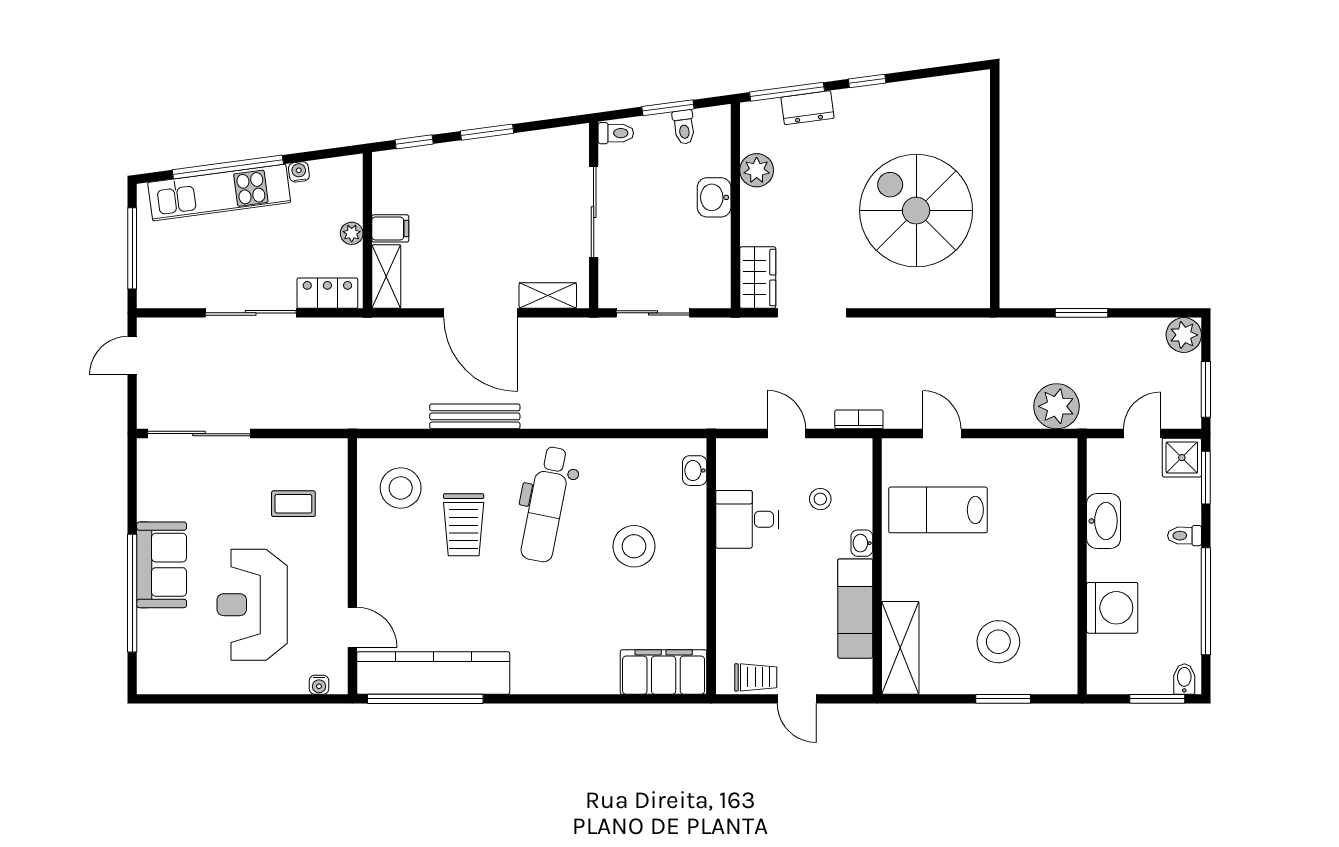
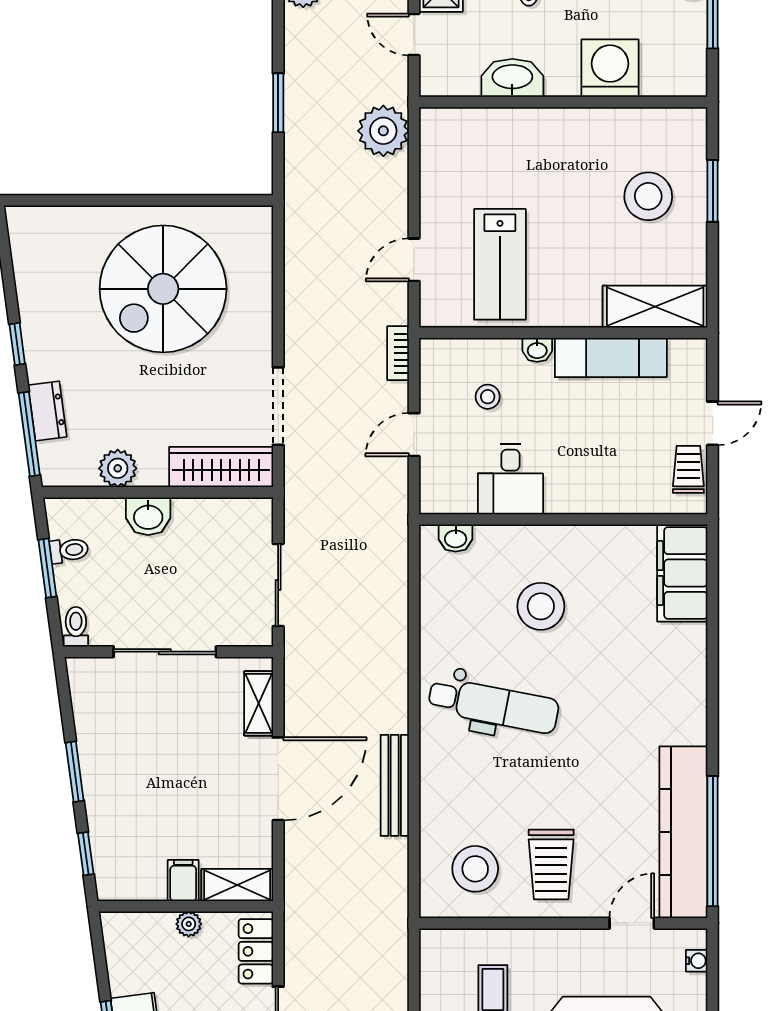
water cooler: (299, 172) -> (119, 983), removed
wardrobe: (758, 278) -> (221, 467), width x1.50
trolley: (464, 525) -> (551, 864), moved, turned 90

